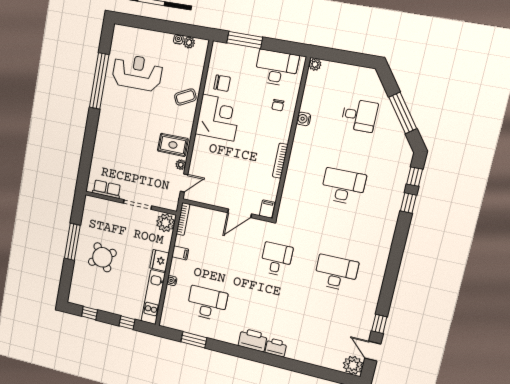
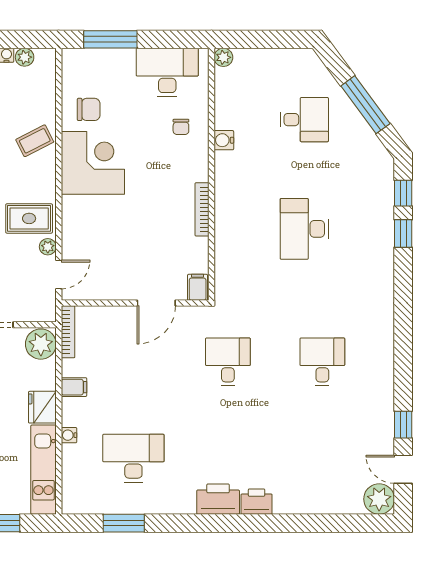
desk: (343, 186) -> (304, 229), turned -90
desk: (336, 273) -> (322, 362), width x0.73

